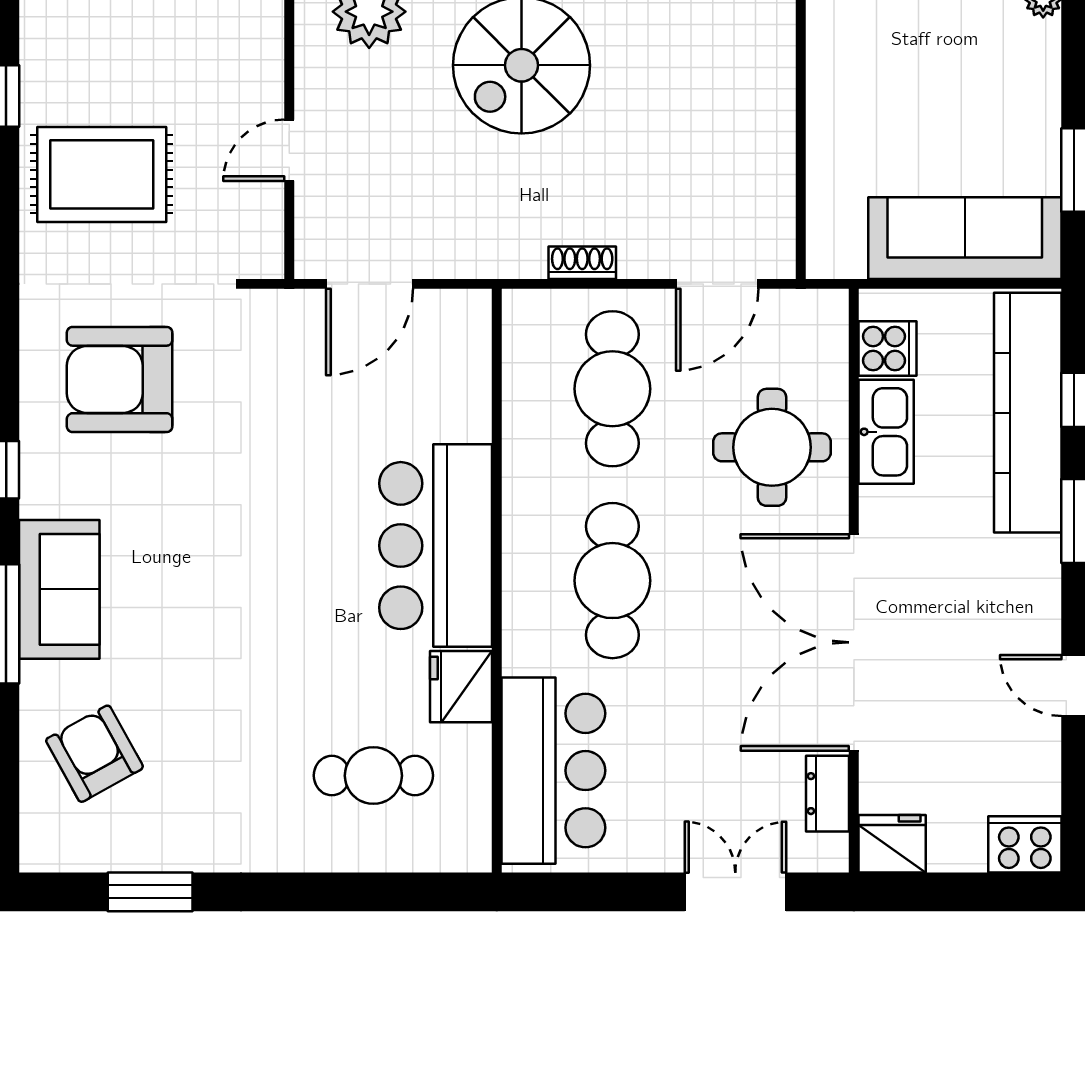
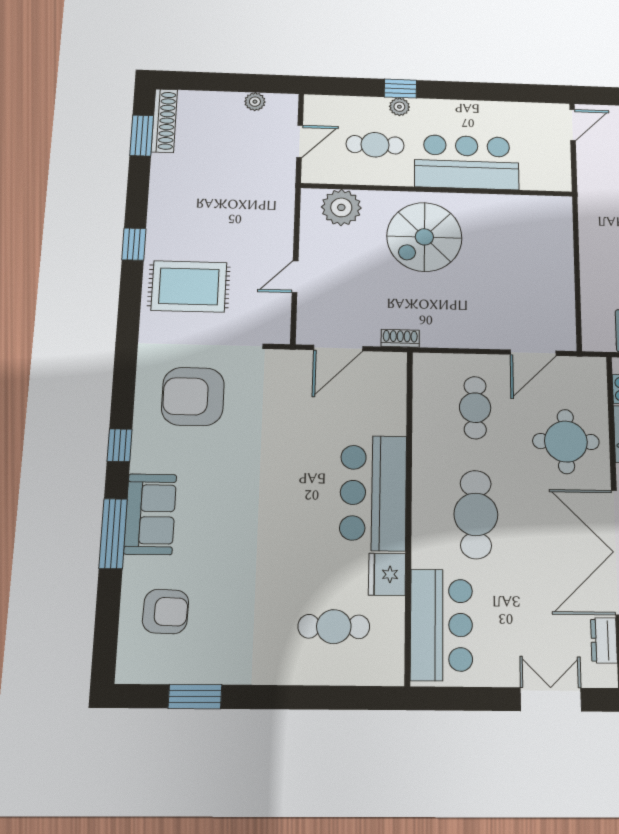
shoe rack: (582, 263) -> (400, 338), moved
cafe table: (612, 389) -> (475, 408), width x0.73, depth x0.74
armchair: (94, 754) -> (166, 611), turned 121

